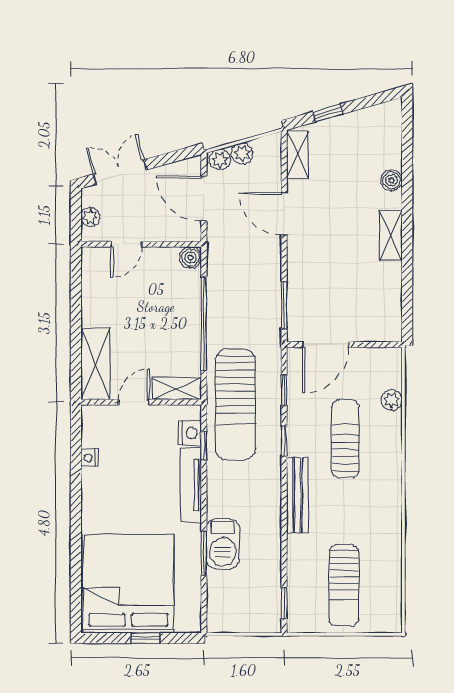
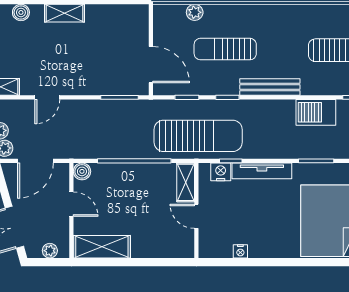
door: (284, 214) -> (47, 97), width x0.73
door: (126, 244) -> (71, 204), moved
shelving: (95, 364) -> (102, 247), moved
barbecue: (223, 544) -> (316, 112), moved, turned 180

